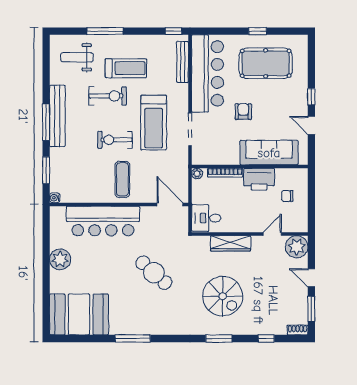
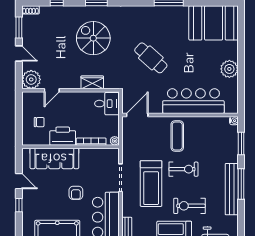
treadmill: (154, 123) -> (151, 184), turned 180
door: (170, 204) -> (137, 115), swing flipped
wardrobe: (231, 243) -> (92, 82), width x0.67

